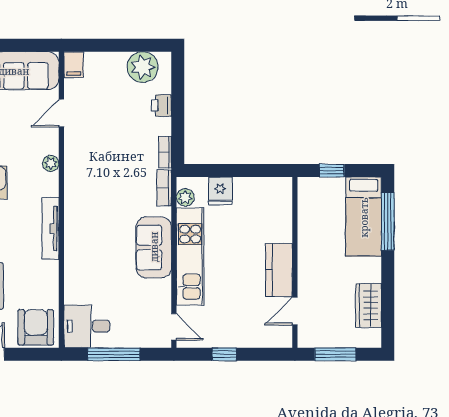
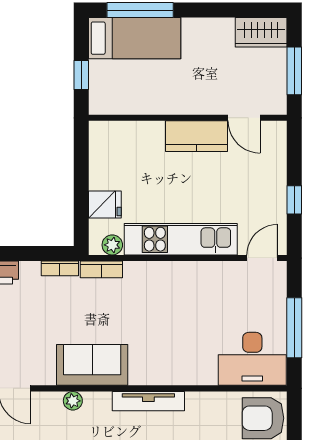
sofa: (154, 247) -> (92, 365), moved, turned 180
wardrobe: (369, 305) -> (261, 32), moved
desk: (87, 326) -> (252, 359), width x1.37

